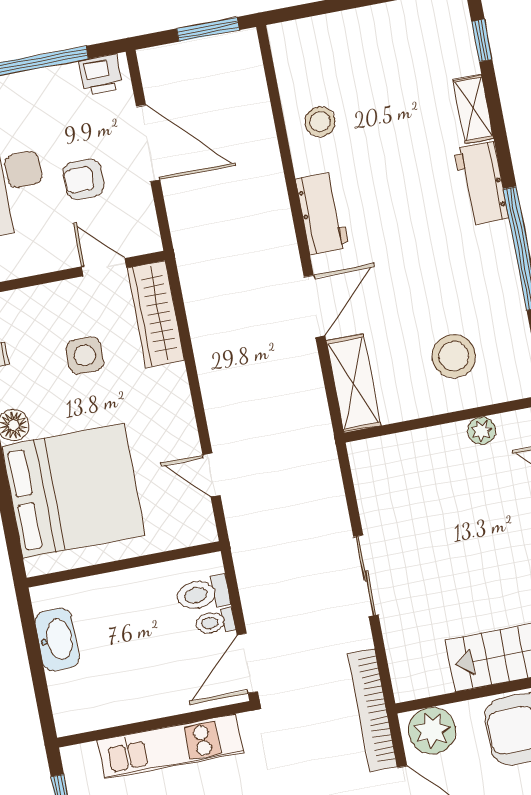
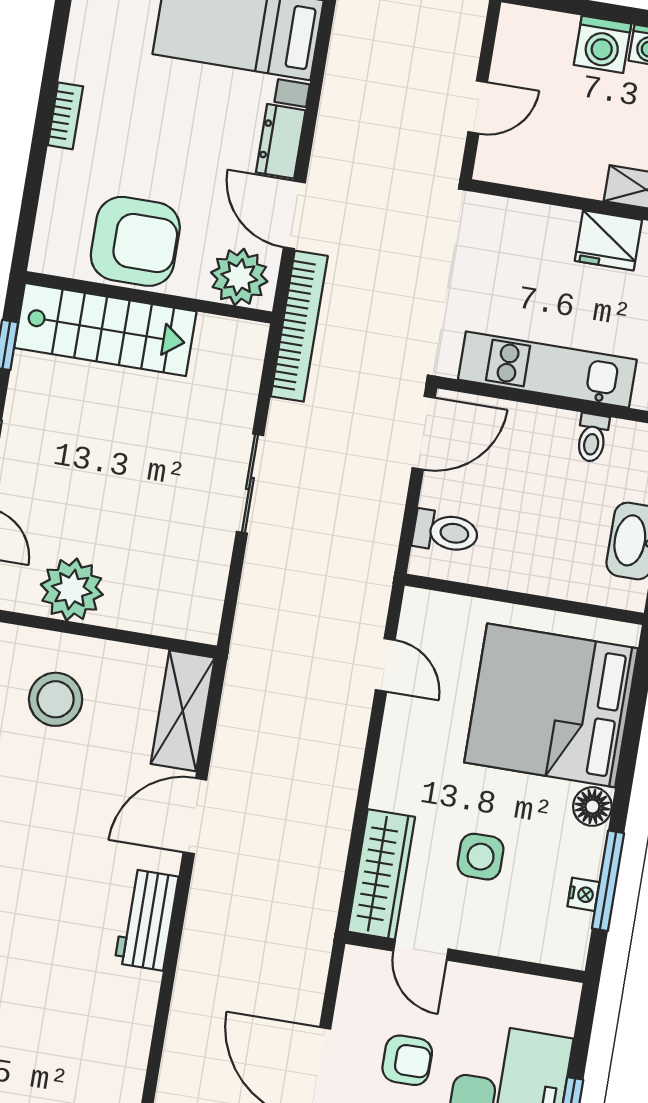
stool: (320, 122) -> (110, 1026), removed
plant: (482, 431) -> (72, 590), width x1.87, depth x1.87
toilet: (215, 622) -> (592, 438), moved, turned 90

